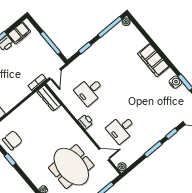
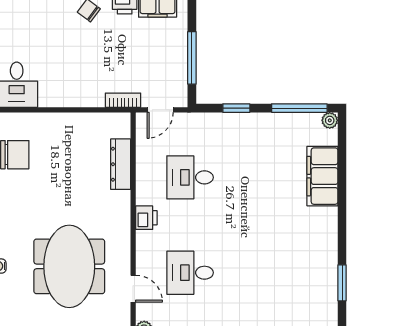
filing cabinet: (153, 60) -> (322, 176), moved
water cooler: (175, 82) -> (328, 271), removed
dresser: (49, 98) -> (121, 164), moved

